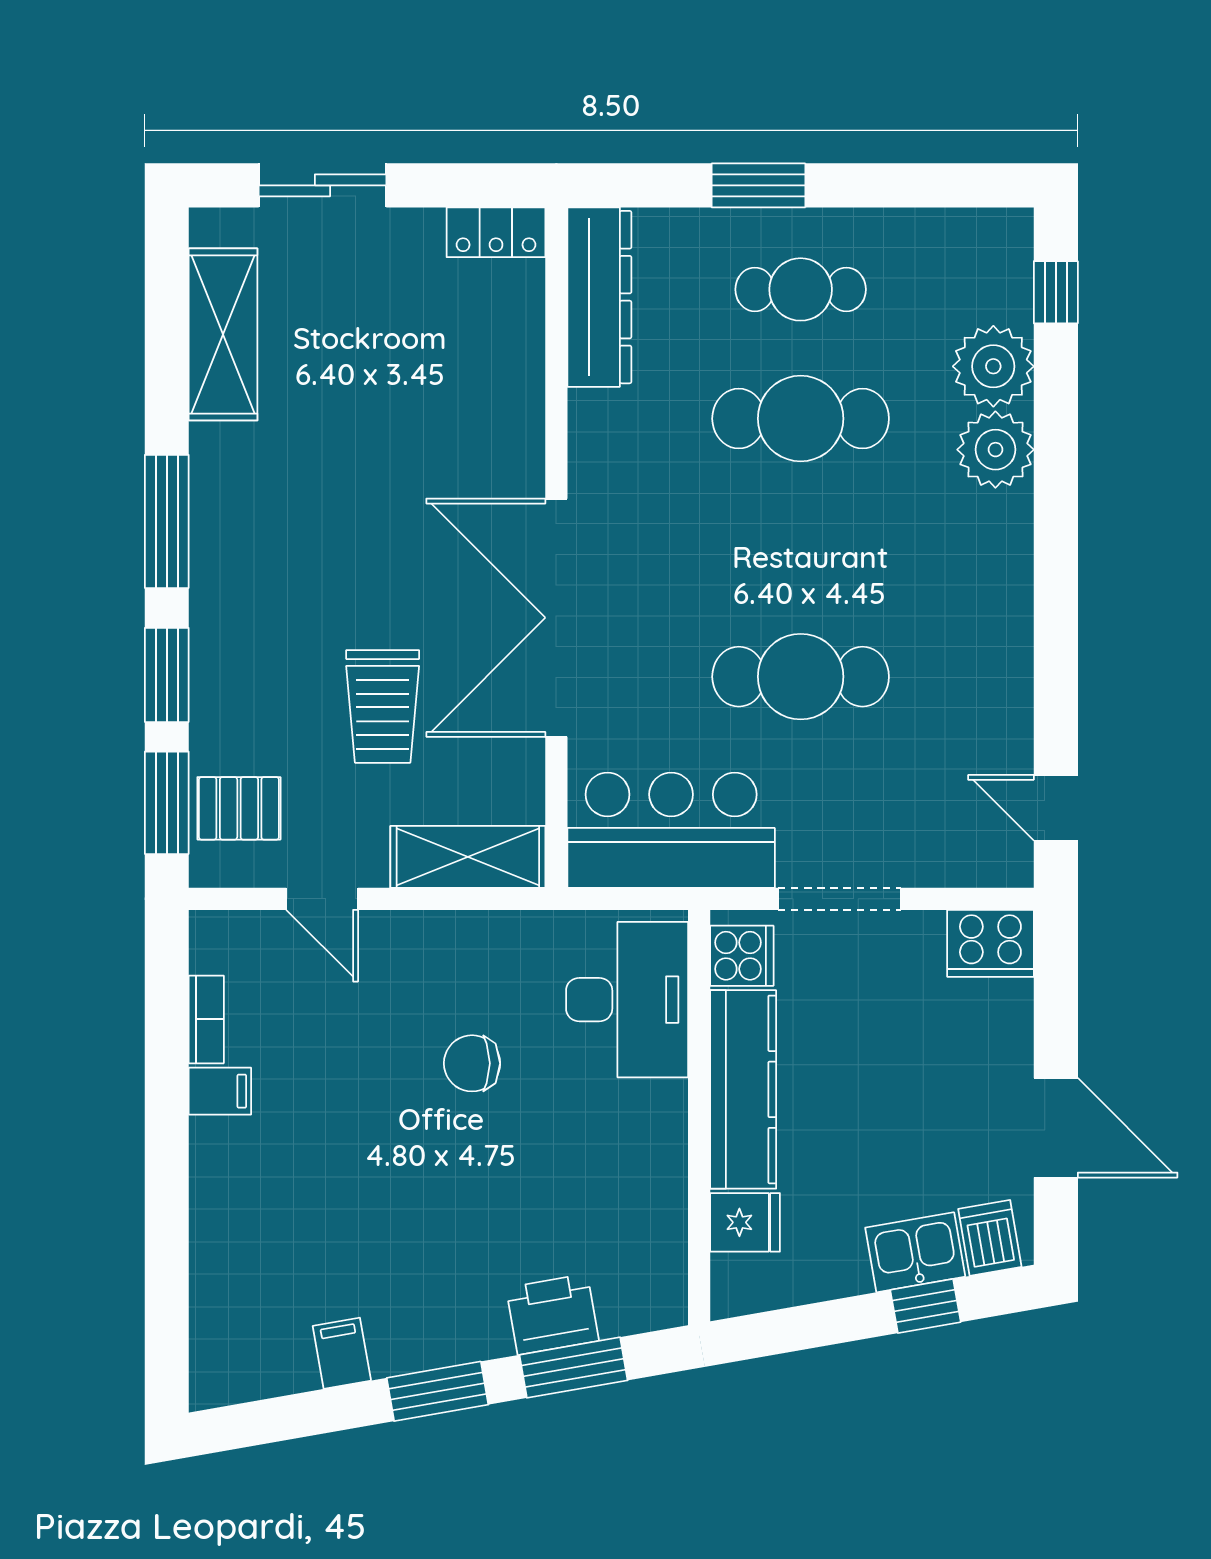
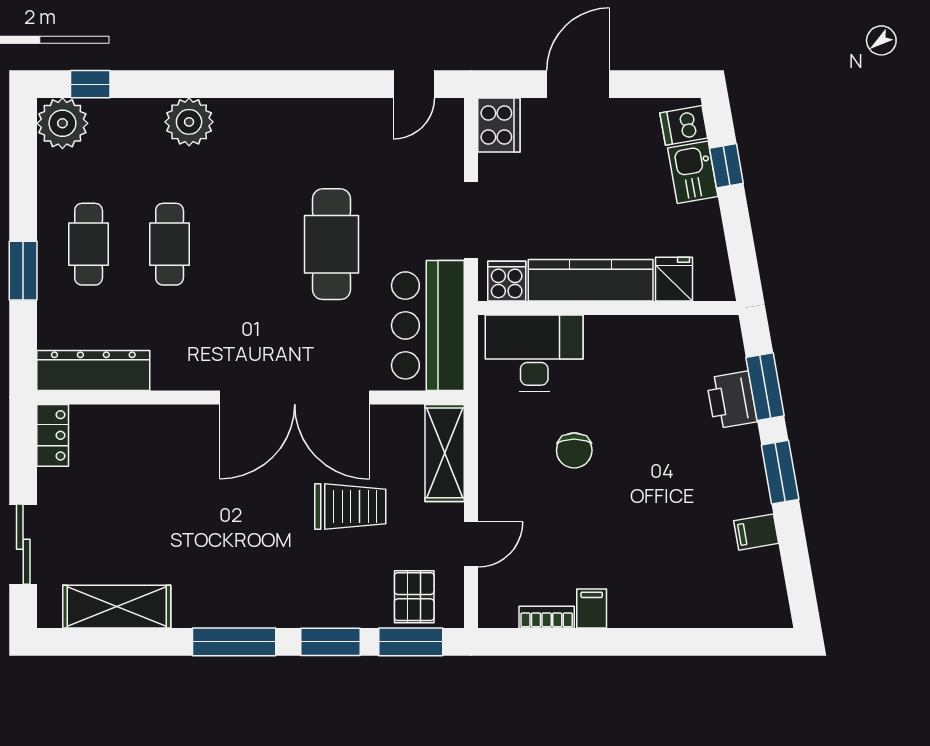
plant: (993, 366) -> (62, 123), moved
cafe table: (801, 419) -> (170, 244), width x0.73, depth x0.74
door: (1056, 1128) -> (578, 84), moved

